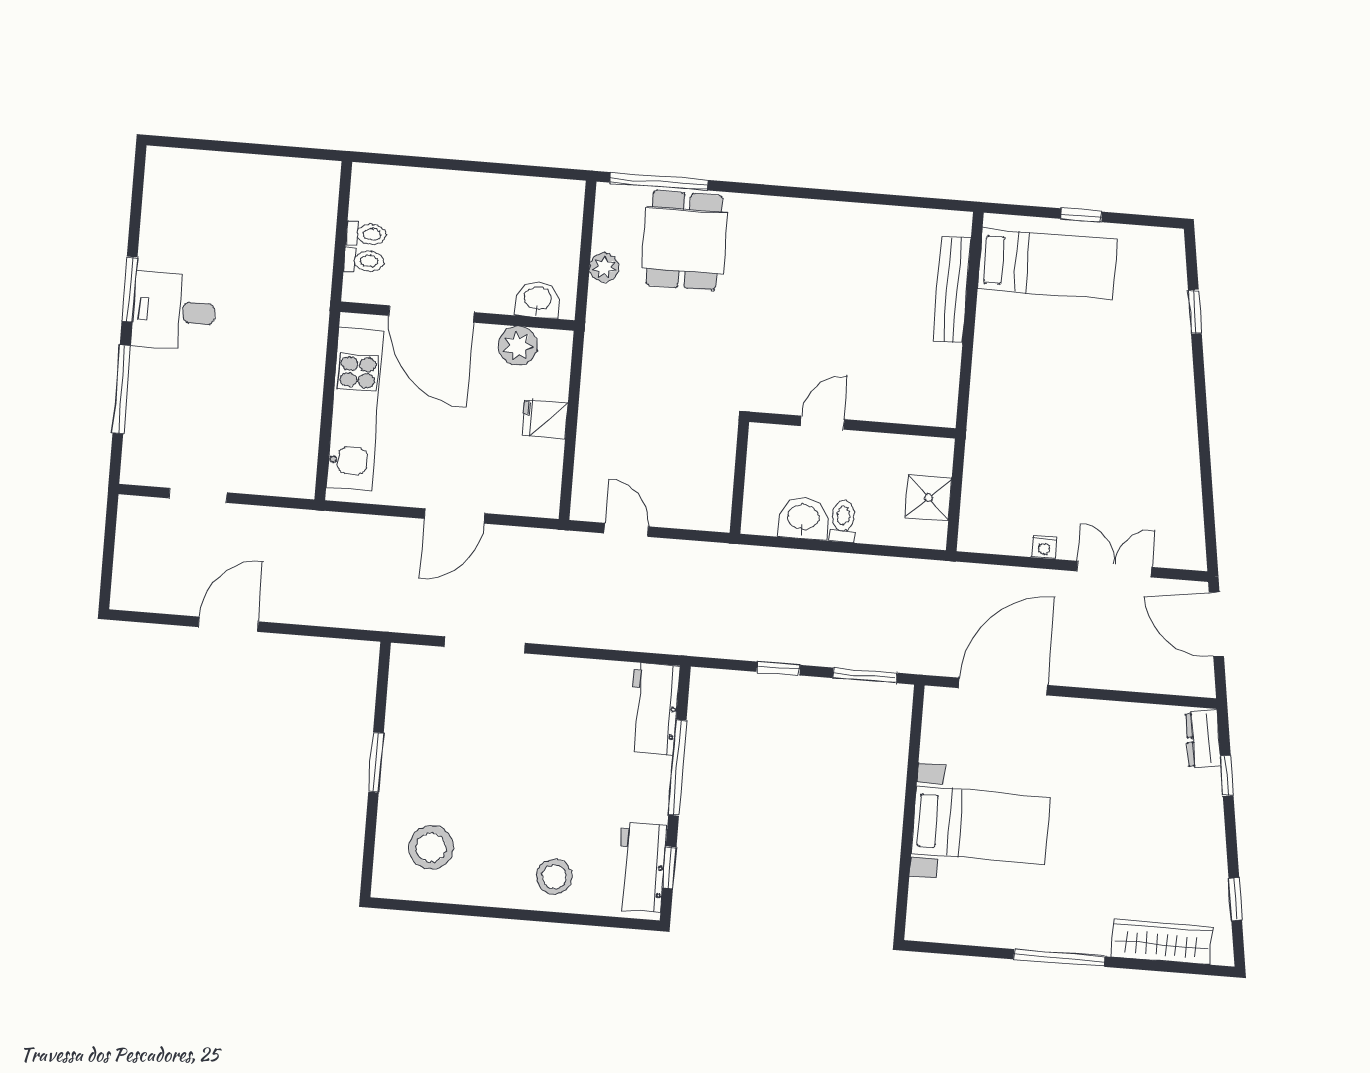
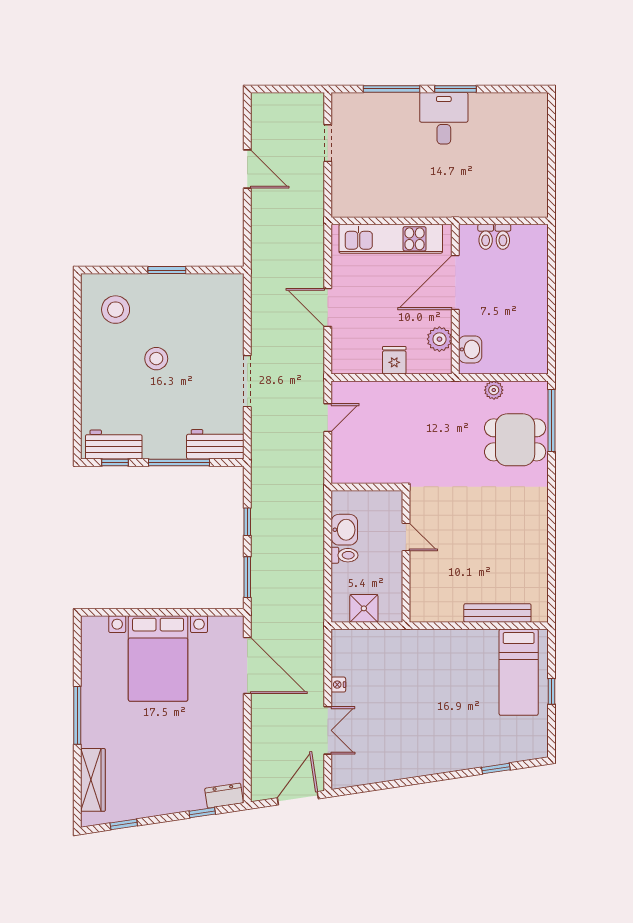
doorway: (485, 645) -> (247, 381), moved
bed with nightstands: (981, 825) -> (158, 658), width x1.36
stool: (554, 877) -> (156, 359), moved

